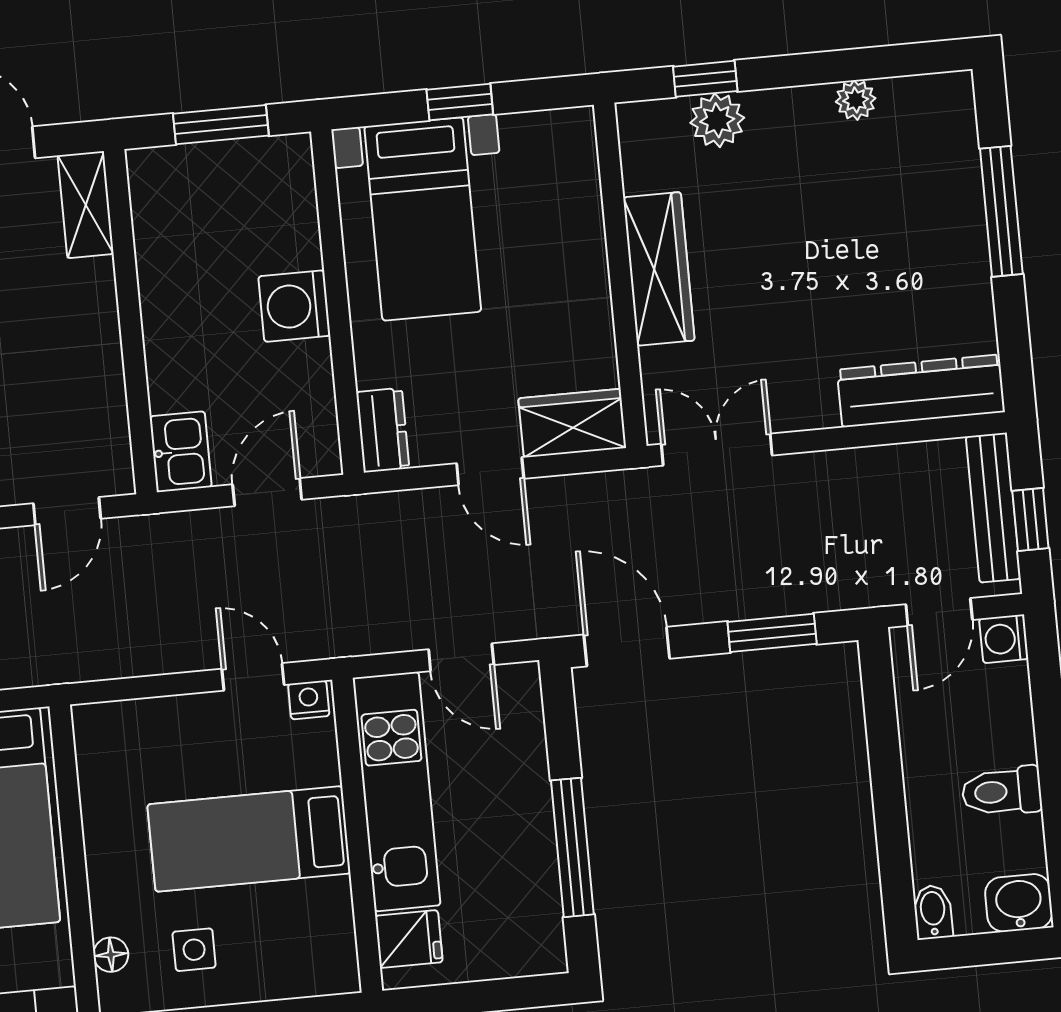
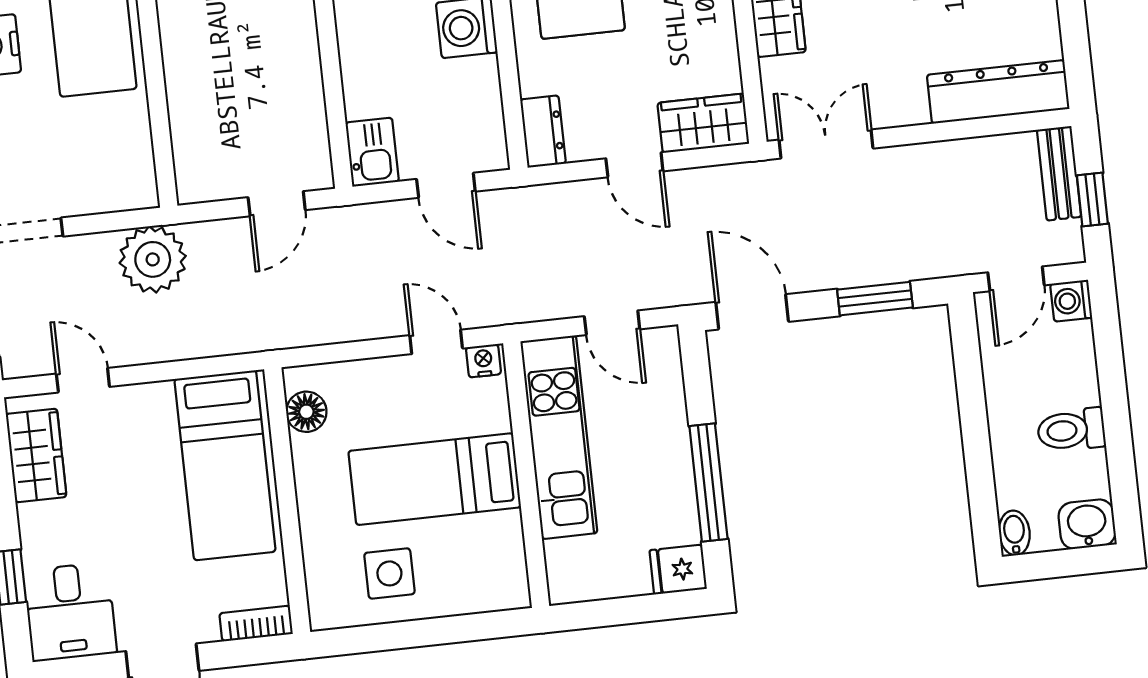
door: (267, 492) -> (446, 185), swing flipped
bench: (993, 508) -> (1059, 173), width x0.73
fridge: (409, 939) -> (678, 570), moved, turned 180
side table: (194, 950) -> (389, 573), width x1.37, depth x1.37
floor lamp: (111, 955) -> (306, 412), moved, width x1.37, depth x1.37

